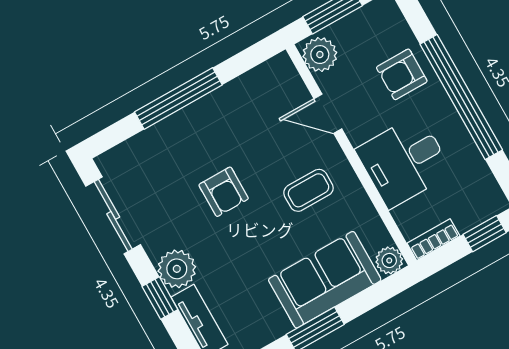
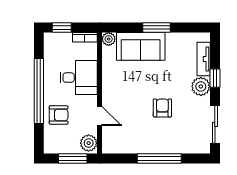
coffee table: (308, 190) -> (126, 88), removed

